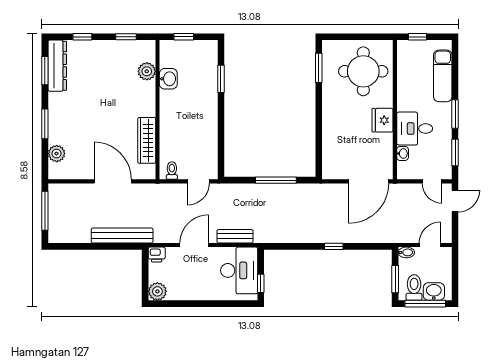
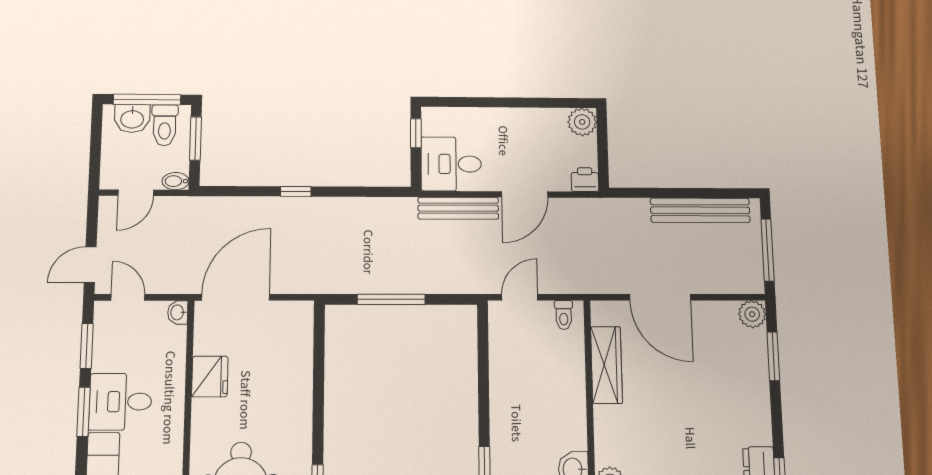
fridge: (383, 120) -> (210, 377), moved
window: (45, 124) -> (773, 356), moved
desk: (415, 129) -> (120, 402), moved, turned 180
washbasin: (403, 153) -> (178, 312), moved
plant: (57, 154) -> (752, 314), moved
bench: (122, 236) -> (700, 210), moved
bench: (235, 236) -> (458, 208), width x1.36
desk: (239, 270) -> (451, 164), width x0.73

